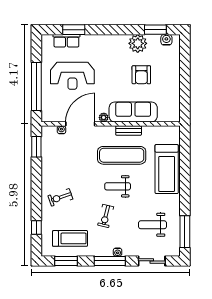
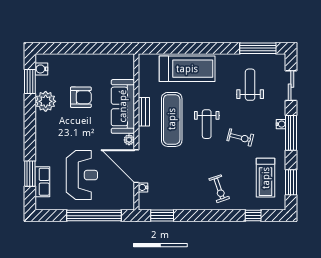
weight bench: (152, 225) -> (250, 85), turned 180
treadmill: (70, 238) -> (266, 178), turned 180

